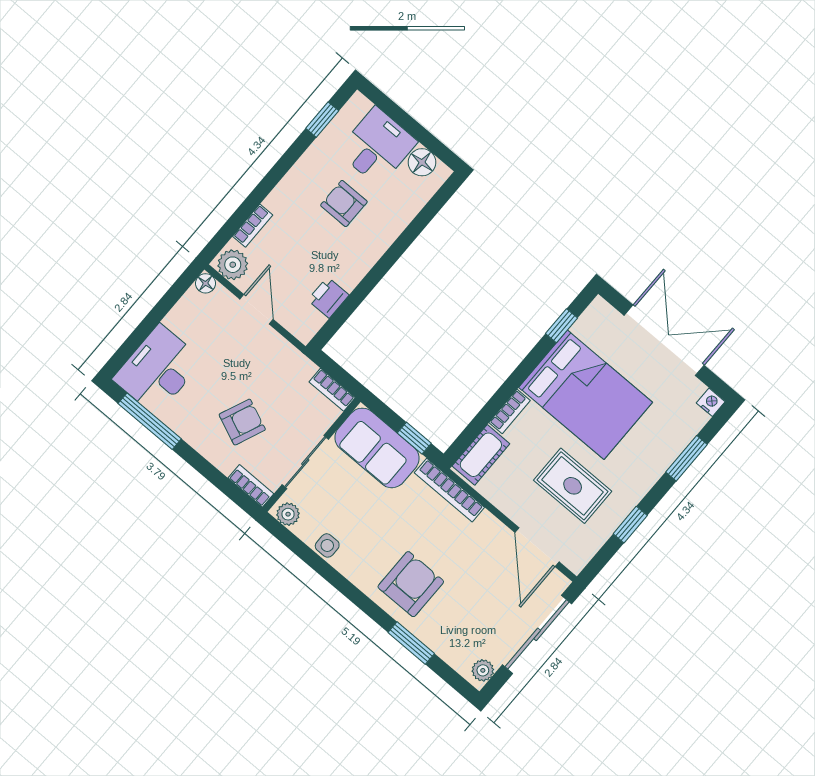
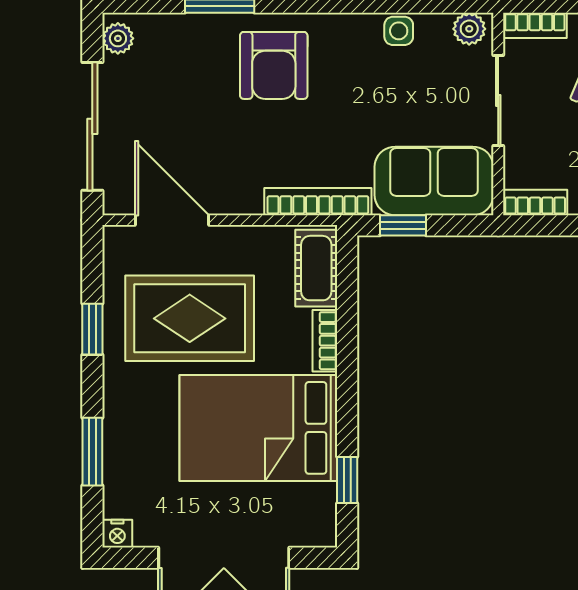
rug: (573, 486) -> (190, 318), width x1.36, depth x1.43

